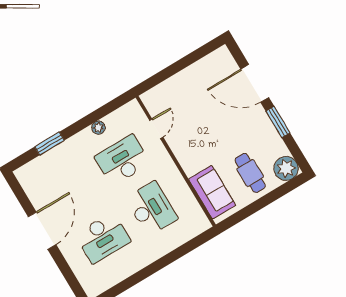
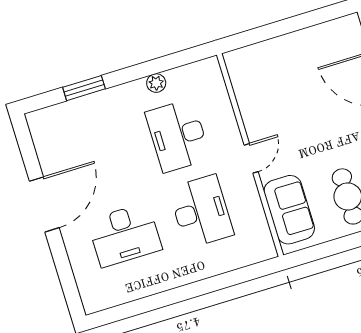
door: (156, 129) -> (251, 158), moved
desk: (122, 160) -> (178, 136), turned -90

